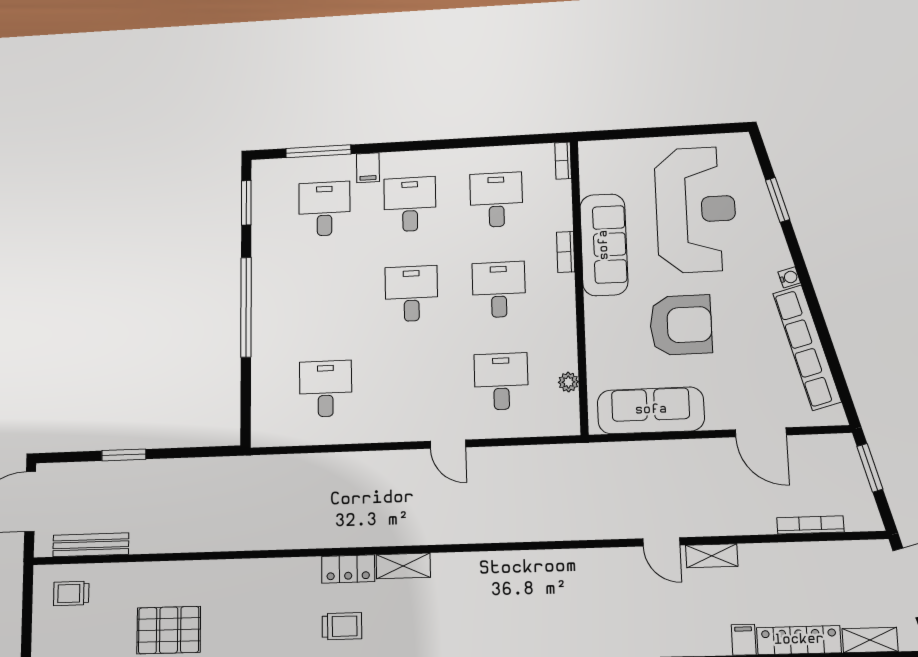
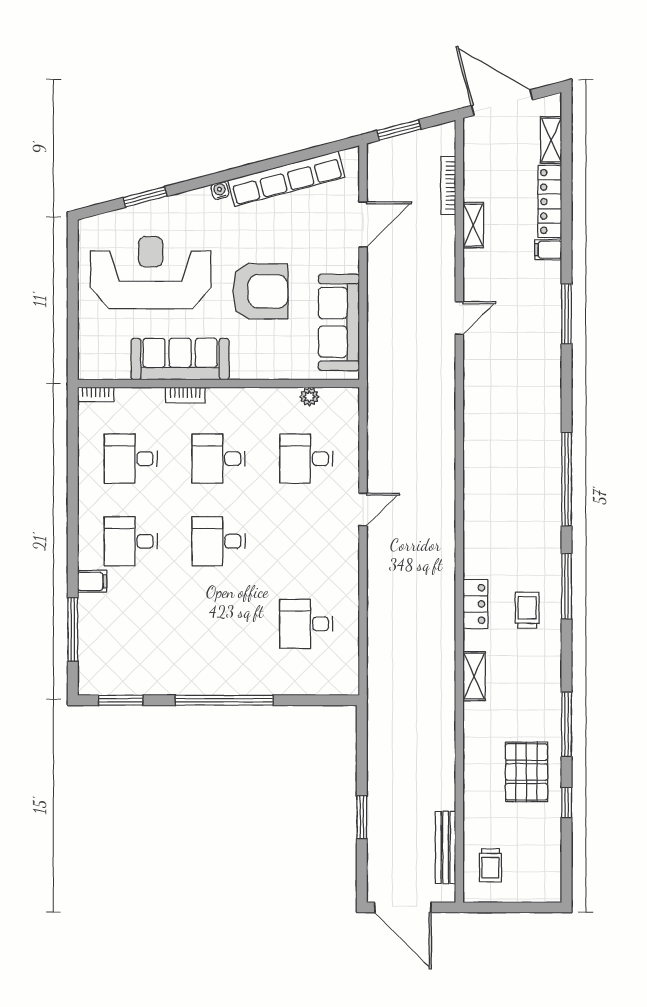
desk: (324, 209) -> (131, 624), removed
armchair: (681, 325) -> (260, 291), turned 90
shelving: (712, 556) -> (473, 225), moved
shelving: (403, 566) -> (474, 676), moved

